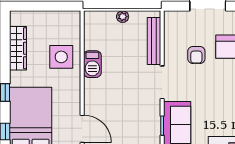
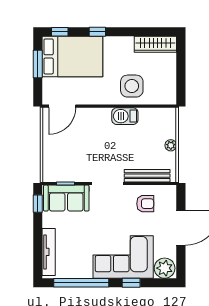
wardrobe: (18, 48) -> (155, 44), moved
armchair: (196, 55) -> (145, 204), moved, turned 180

